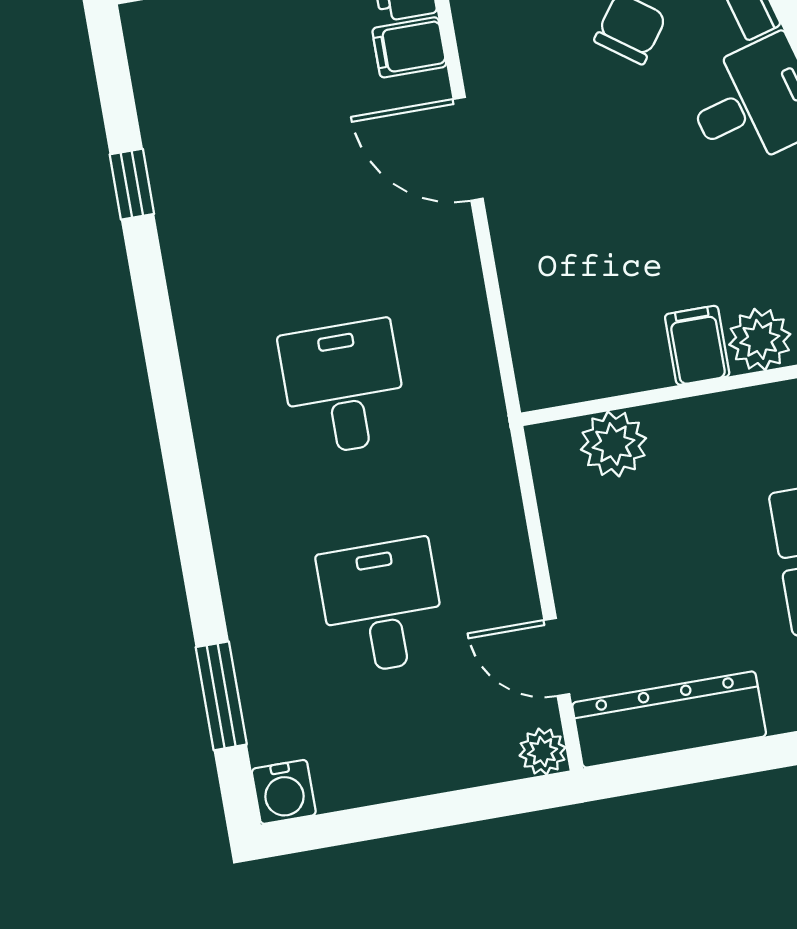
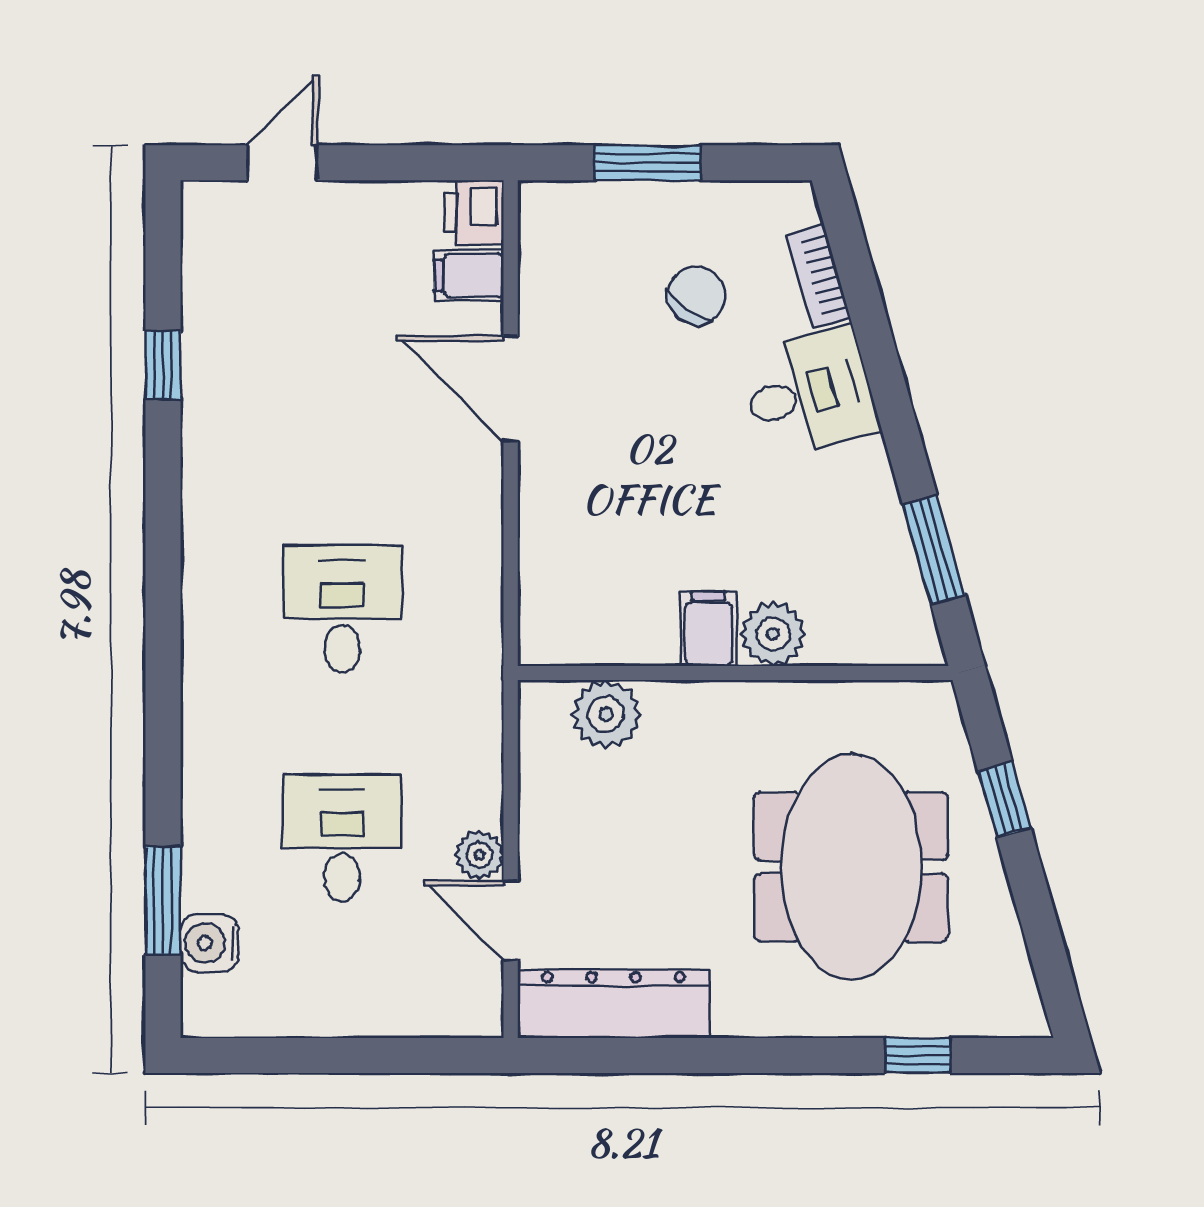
plant: (543, 751) -> (479, 855), moved
water cooler: (284, 792) -> (210, 943), moved, turned 90

